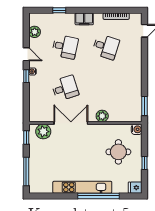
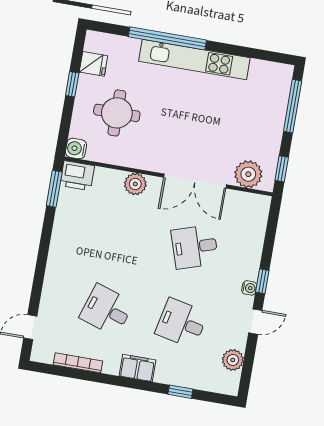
door: (26, 54) -> (255, 322), swing flipped
printer: (134, 115) -> (77, 176), added
fridge: (135, 188) -> (93, 64), moved

